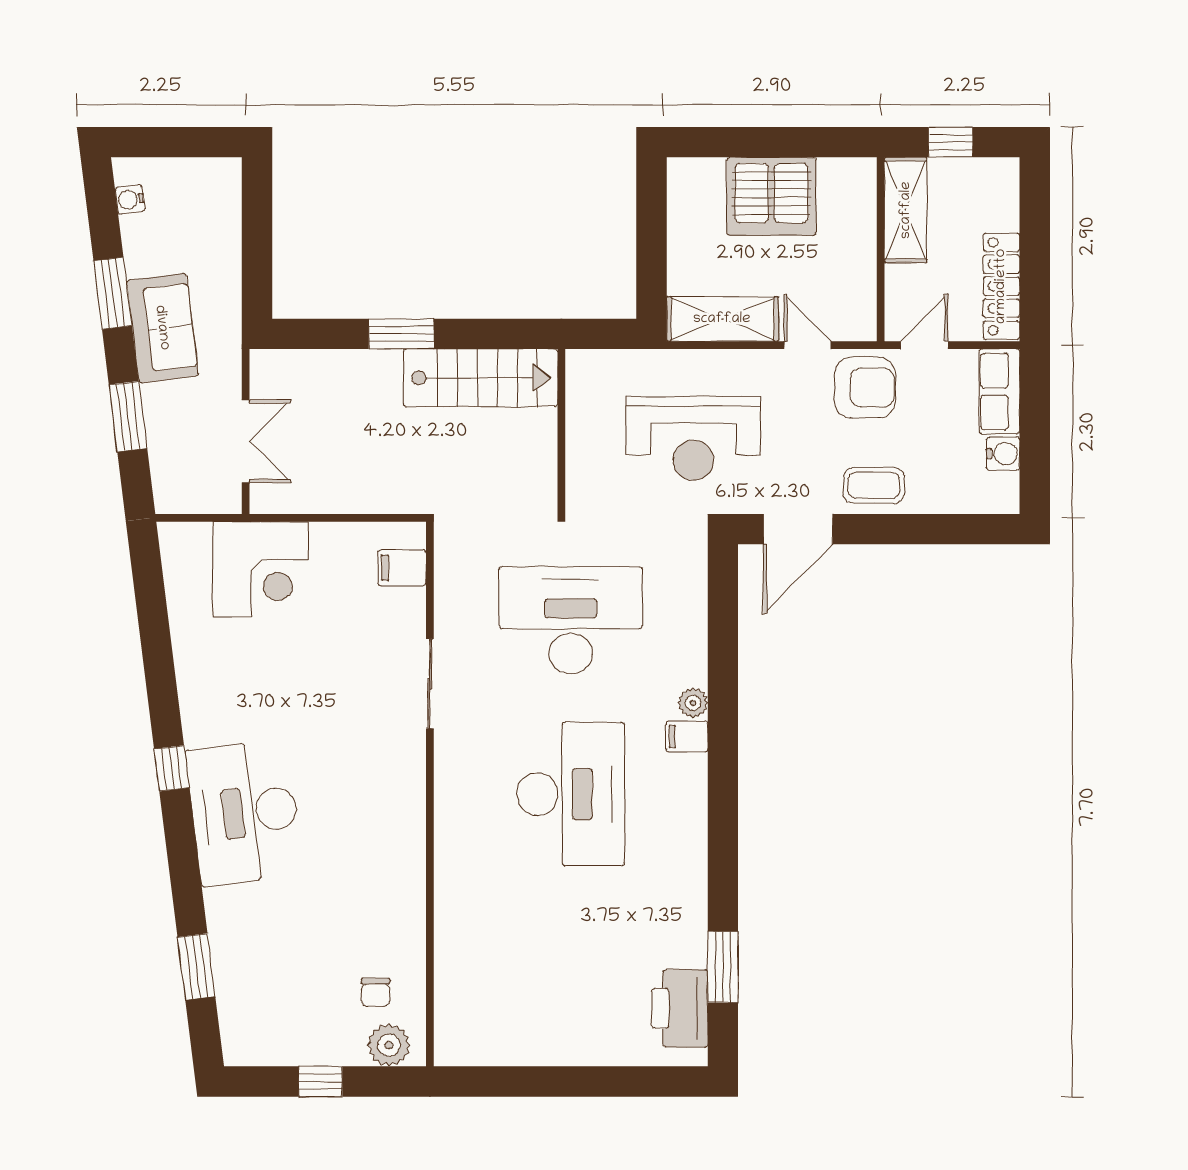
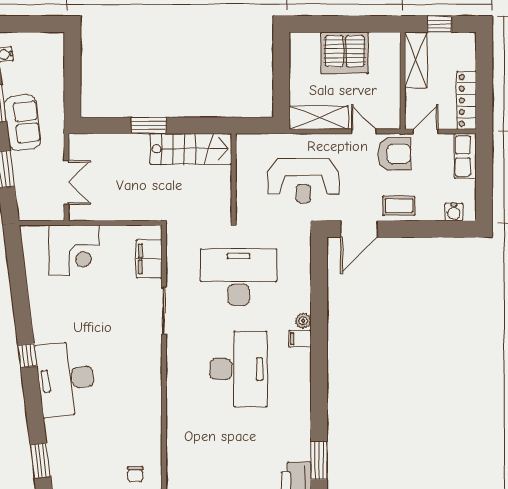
water cooler: (1003, 454) -> (454, 212), moved, turned 90
filing cabinet: (402, 568) -> (149, 259), width x2.00

